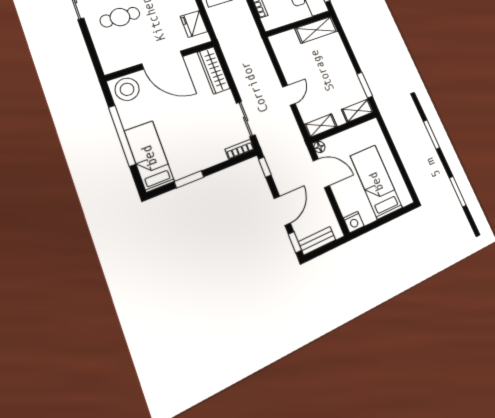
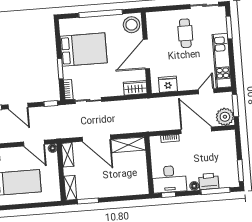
shelving: (316, 30) -> (128, 145), moved, turned 90
wardrobe: (214, 70) -> (135, 88), width x0.67
door: (289, 95) -> (96, 138), width x1.87
bed: (149, 156) -> (84, 50), moved, width x1.50
door: (321, 173) -> (34, 143), hinge flipped
window: (189, 179) -> (60, 69), moved

